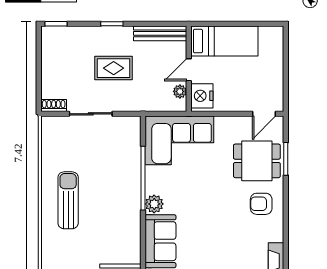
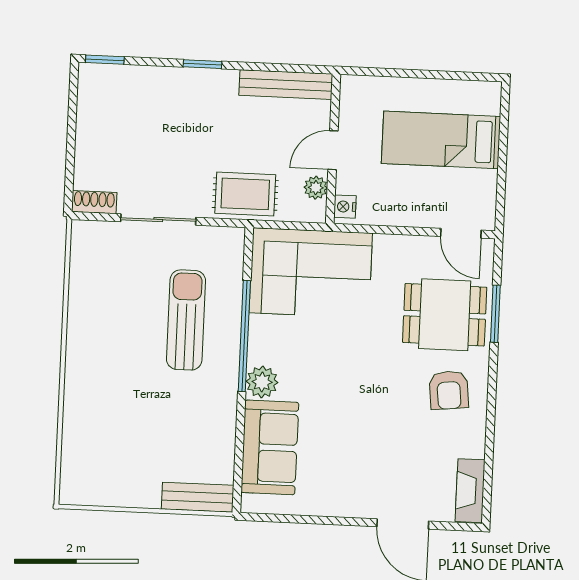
bed: (224, 41) -> (441, 140), moved, turned 180
rug: (114, 68) -> (245, 194), moved
nightstand: (202, 96) -> (345, 207), width x0.53, depth x0.56
door: (264, 114) -> (461, 233), hinge flipped
sun lounger: (68, 200) -> (186, 320), moved
armchair: (261, 204) -> (449, 390), turned -96

